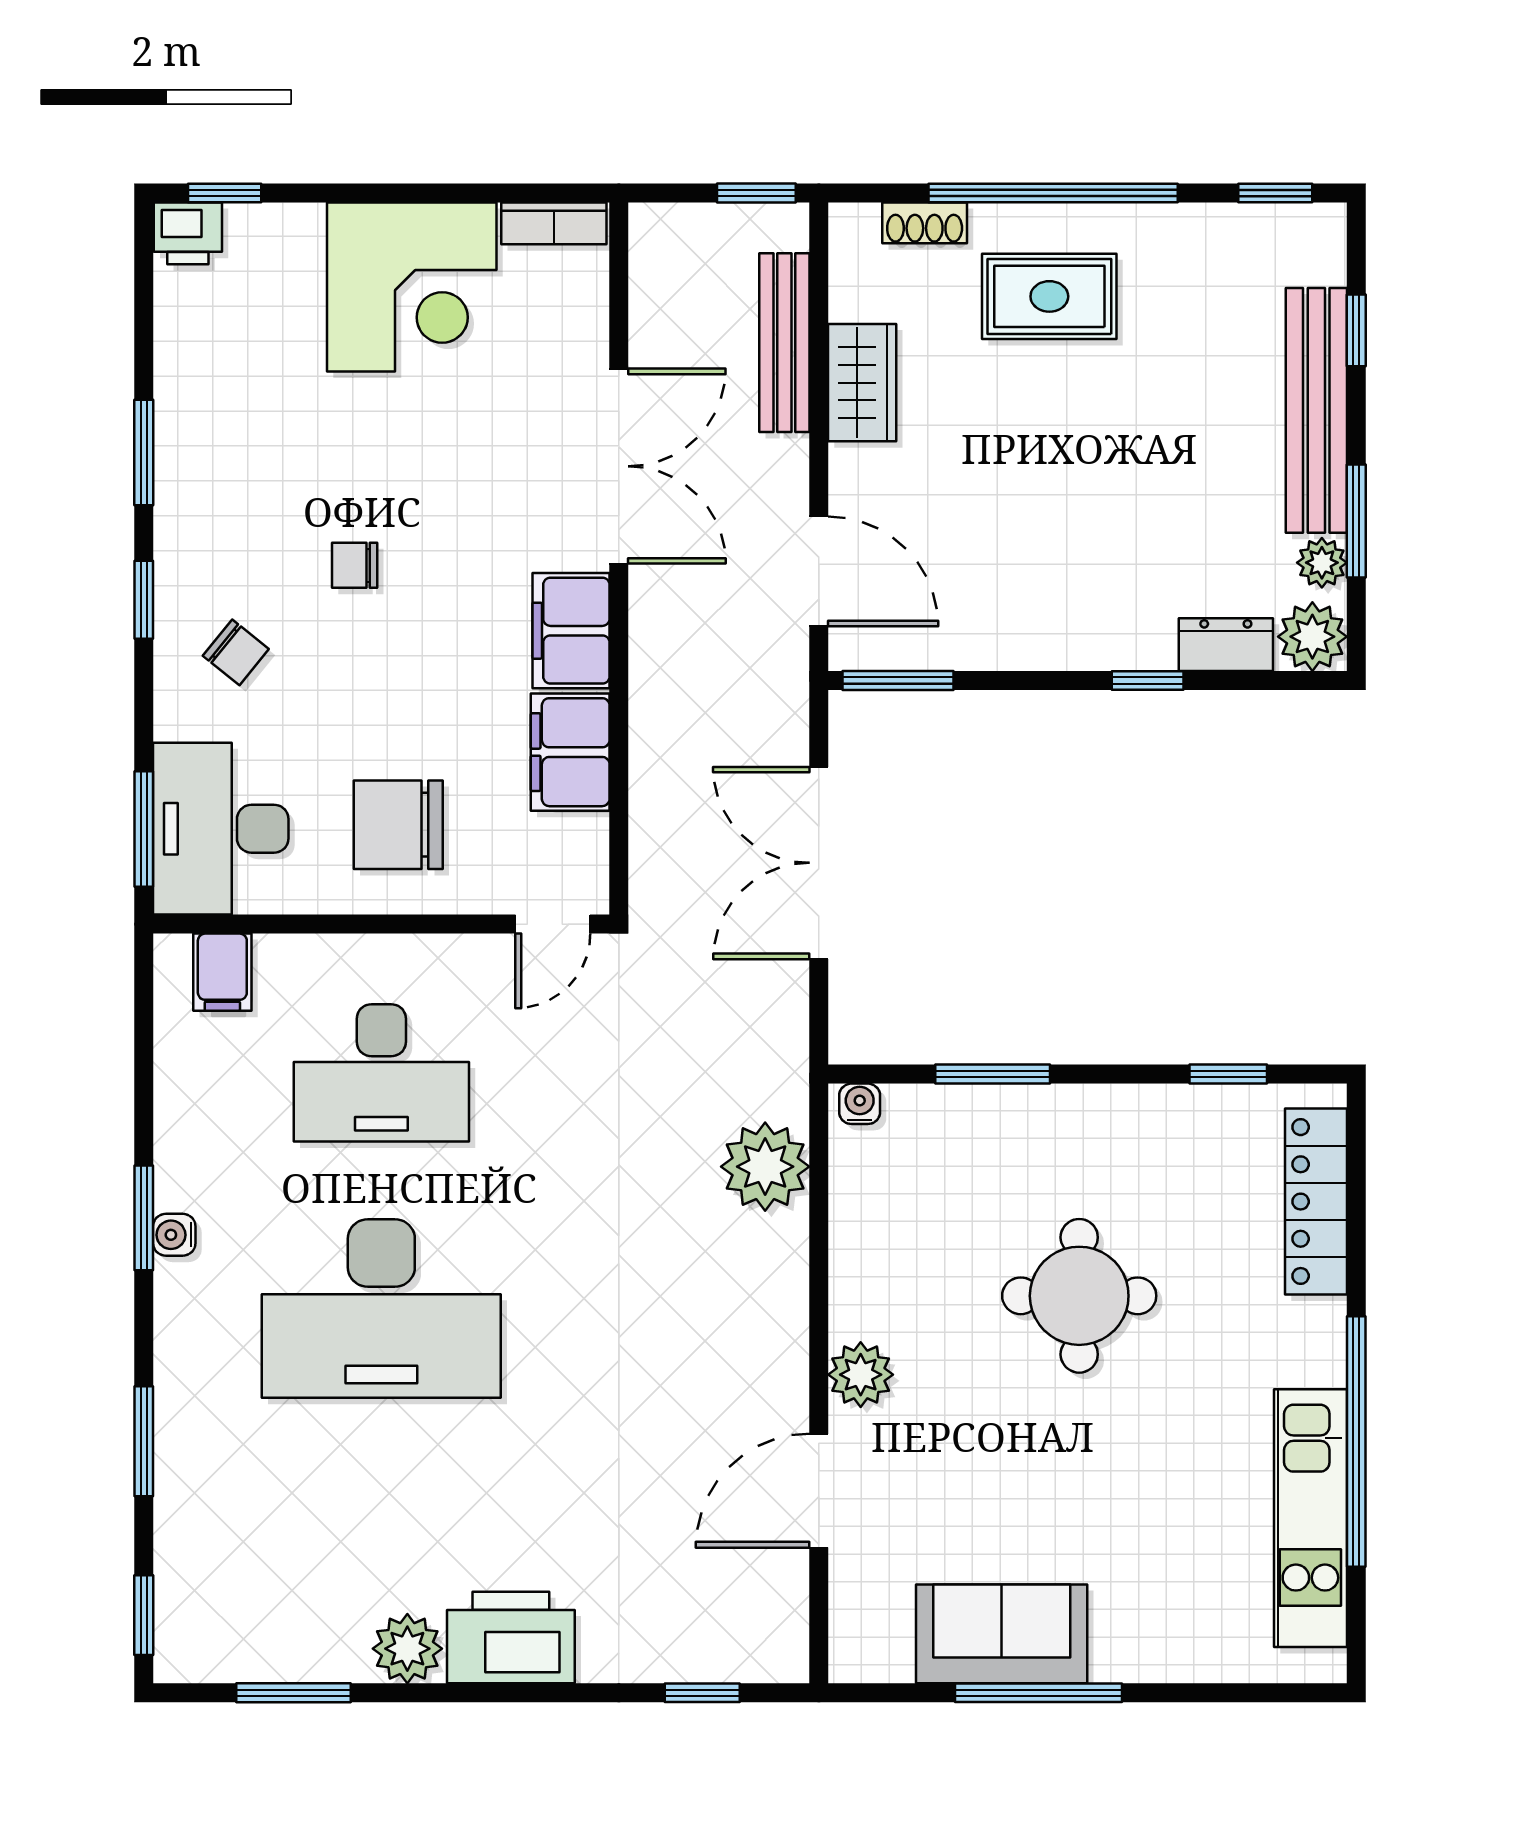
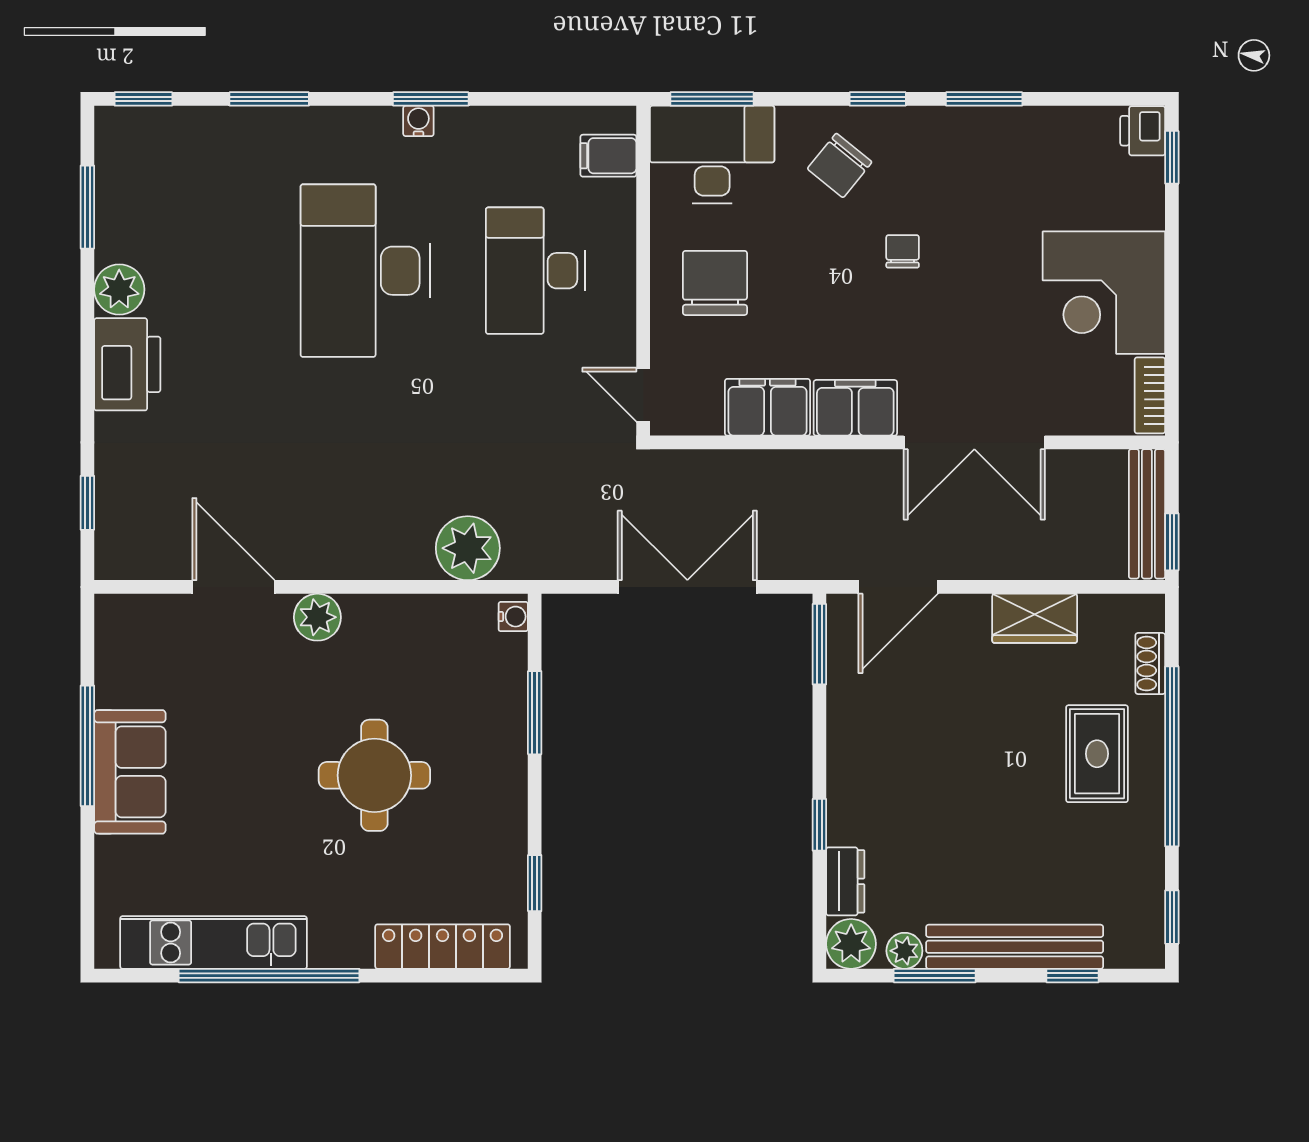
bench: (784, 343) -> (1147, 514), moved, turned 90
chair: (236, 652) -> (840, 165), width x1.37, depth x1.37
sofa: (1002, 1634) -> (130, 772), moved

